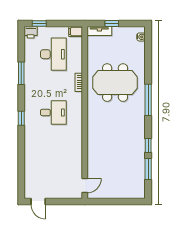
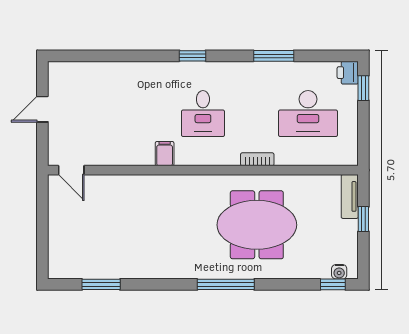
filing cabinet: (76, 31) -> (165, 154), moved
meeting table: (115, 83) -> (257, 225), turned 90
window: (148, 145) -> (333, 284), moved
door: (38, 201) -> (42, 109), moved

